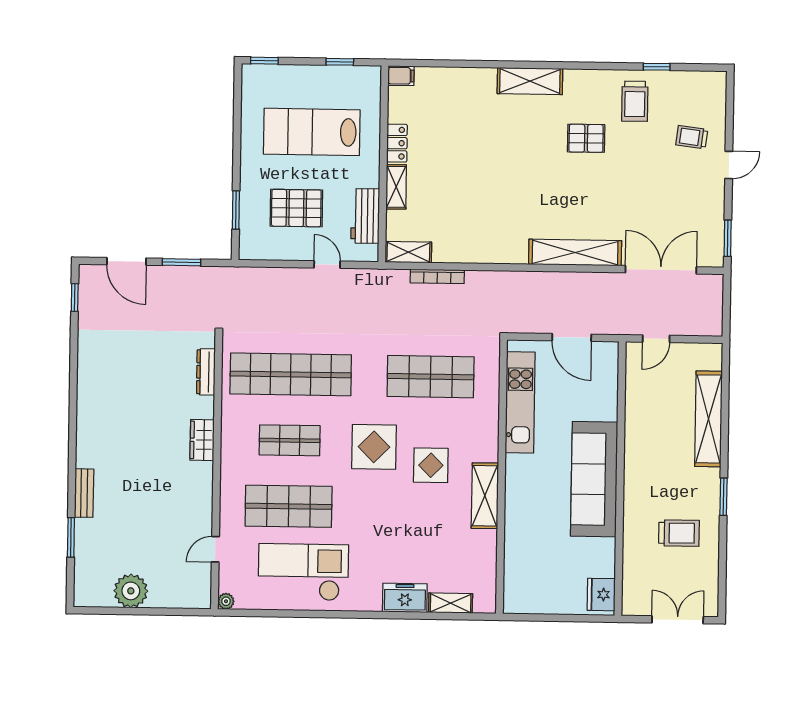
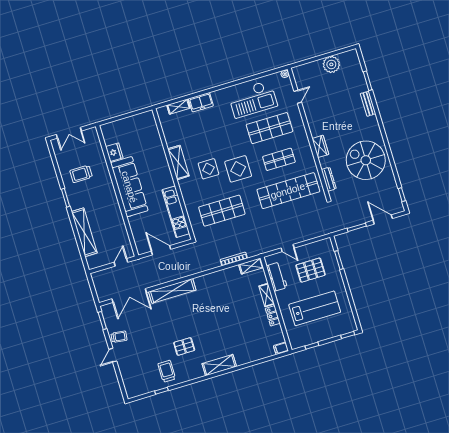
trolley: (692, 137) -> (119, 337), moved
spiral stairs: (123, 386) -> (366, 160), added
fridge: (601, 595) -> (114, 152), moved

